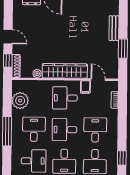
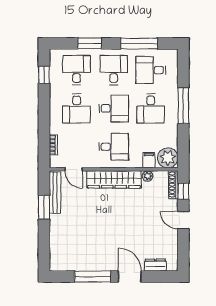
bench: (114, 28) -> (55, 193), moved, width x1.36
filing cabinet: (85, 87) -> (149, 160), moved
plant: (20, 101) -> (168, 158), moved

